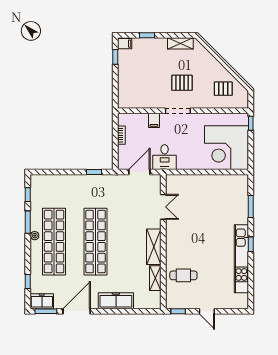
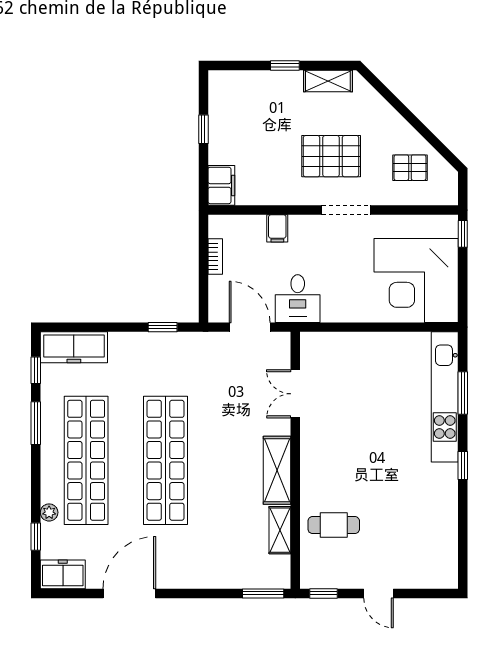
window: (147, 35) -> (285, 65), moved
filing cabinet: (125, 44) -> (221, 185), moved, width x2.00
window: (115, 57) -> (203, 129), moved
pallet: (182, 83) -> (331, 156), width x1.50, depth x1.42
doorway: (178, 111) -> (346, 210), moved
door: (139, 172) -> (250, 327), hinge flipped
double door: (163, 207) -> (295, 394), swing flipped
plant: (35, 236) -> (49, 512), moved
kitchen unit: (241, 259) -> (445, 397), moved
freezer: (116, 301) -> (74, 347), moved, turned 180
window: (46, 311) -> (263, 593), moved

